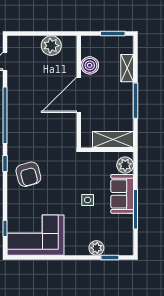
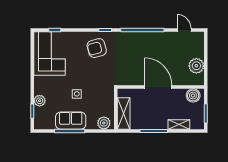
boiler: (90, 65) -> (193, 96), moved
sofa: (122, 194) -> (71, 121), moved

